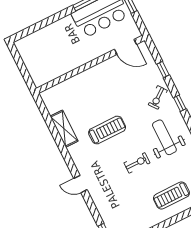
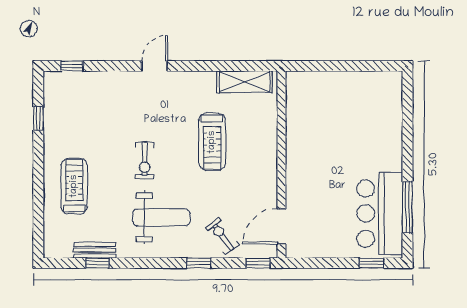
door: (125, 47) -> (281, 226), moved
wall: (90, 64) -> (281, 164), moved

